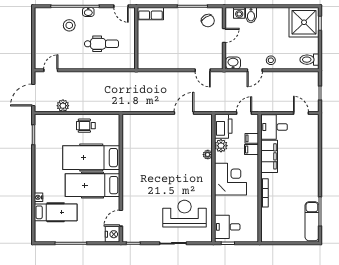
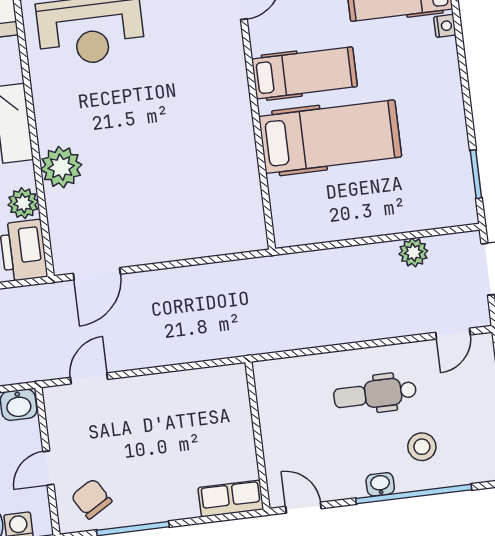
dental chair: (101, 44) -> (375, 394), moved
door: (203, 70) -> (89, 378), hinge flipped
door: (184, 113) -> (97, 274), moved
wheelchair: (86, 126) -> (353, 211), removed
plant: (208, 155) -> (61, 167), width x1.88, depth x1.88
hospital bed: (93, 185) -> (304, 73), width x0.73, depth x0.78

